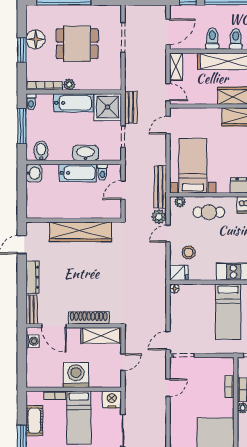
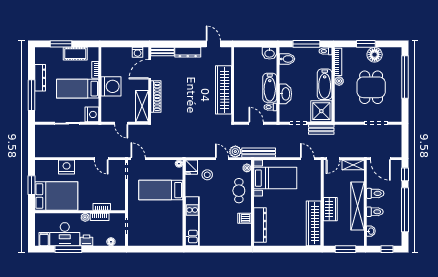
bed: (228, 312) -> (161, 190), moved
nightstand: (179, 432) -> (67, 167), added

